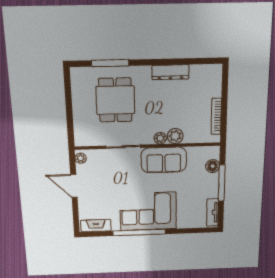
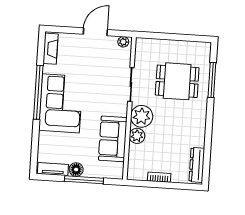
dresser: (170, 72) -> (197, 165), moved
bookcase: (216, 116) -> (159, 177), width x0.64
plant: (160, 138) -> (142, 116), width x1.88, depth x1.88
sofa: (164, 160) -> (113, 139), moved
floor lamp: (213, 166) -> (76, 170), moved

